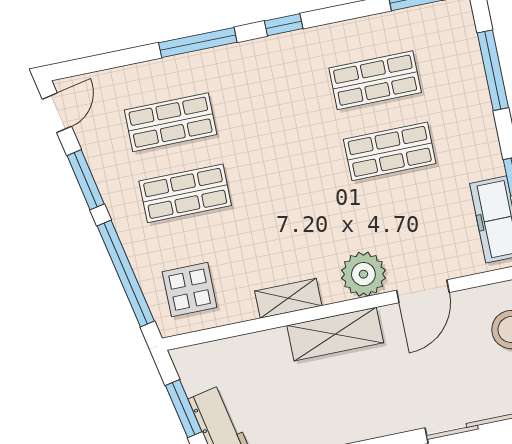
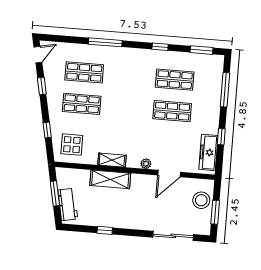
window: (284, 25) -> (160, 47), moved
window: (86, 180) -> (42, 86), width x0.67
window: (126, 273) -> (47, 130), width x0.32
plant: (363, 274) -> (146, 164), width x0.53, depth x0.53
shelving: (335, 334) -> (110, 179), moved

